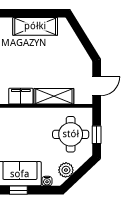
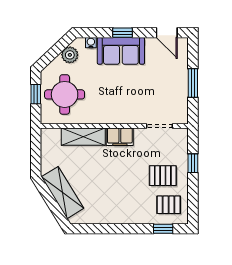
shelving: (35, 26) -> (63, 193), moved, turned 58
door: (97, 86) -> (36, 148), removed

